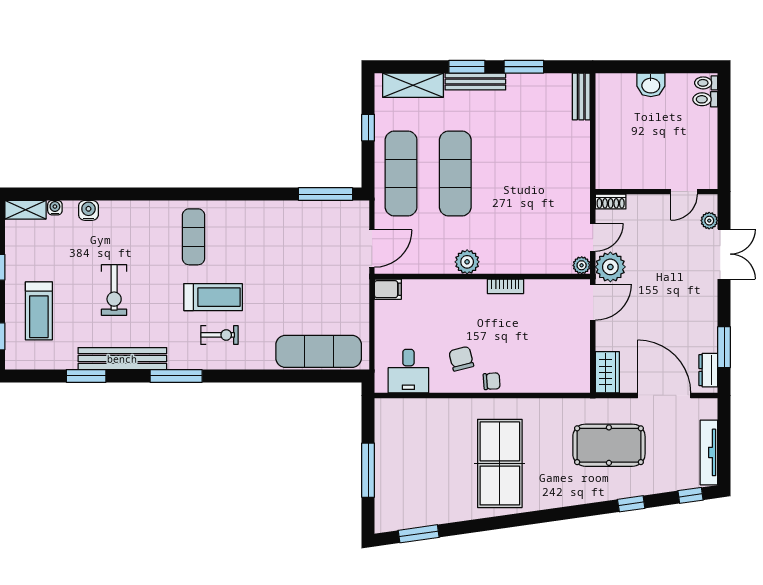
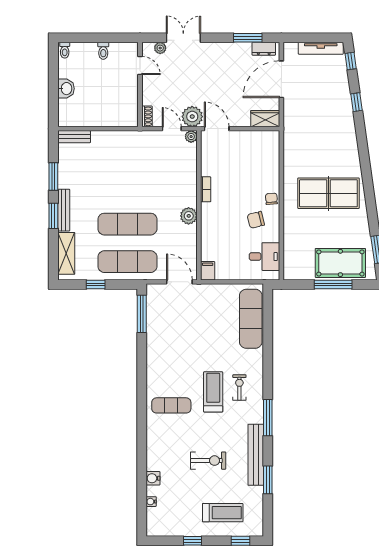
toilet: (705, 99) -> (103, 51), moved
shelving: (25, 210) -> (153, 522), removed
pool table: (609, 445) -> (340, 263), moved, turned 90

